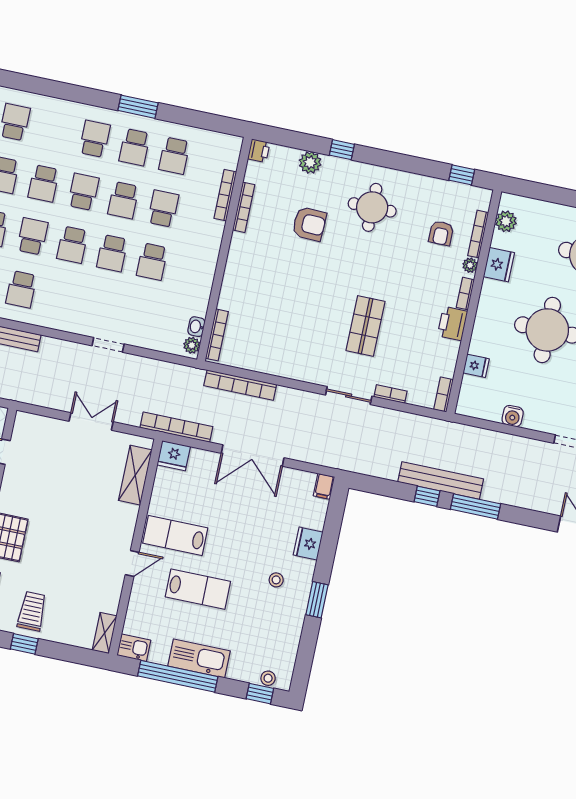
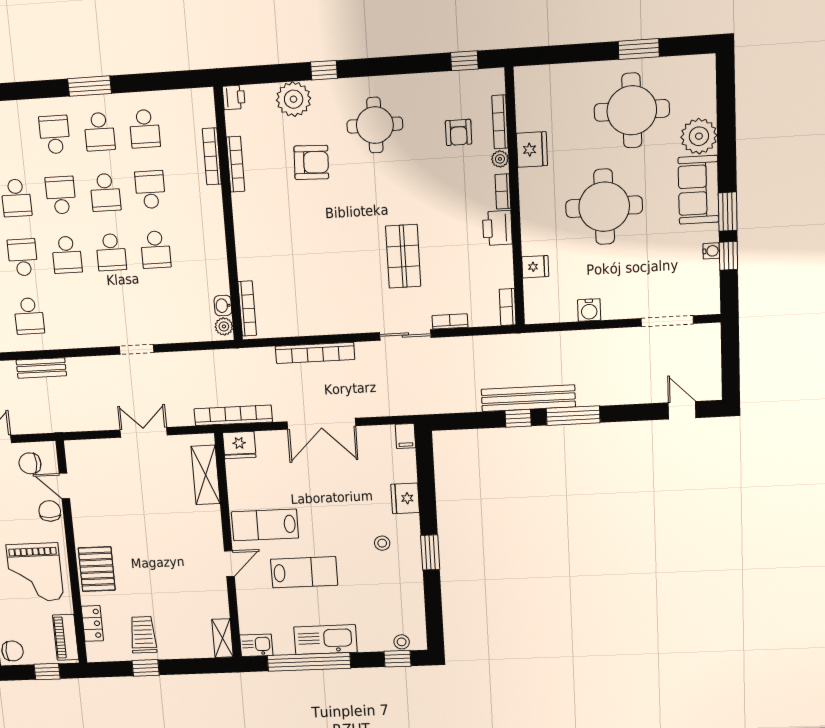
plant: (310, 162) -> (294, 99), width x1.36, depth x1.36
plant: (506, 221) -> (527, 99), removed
bookcase: (240, 385) -> (315, 353), moved

